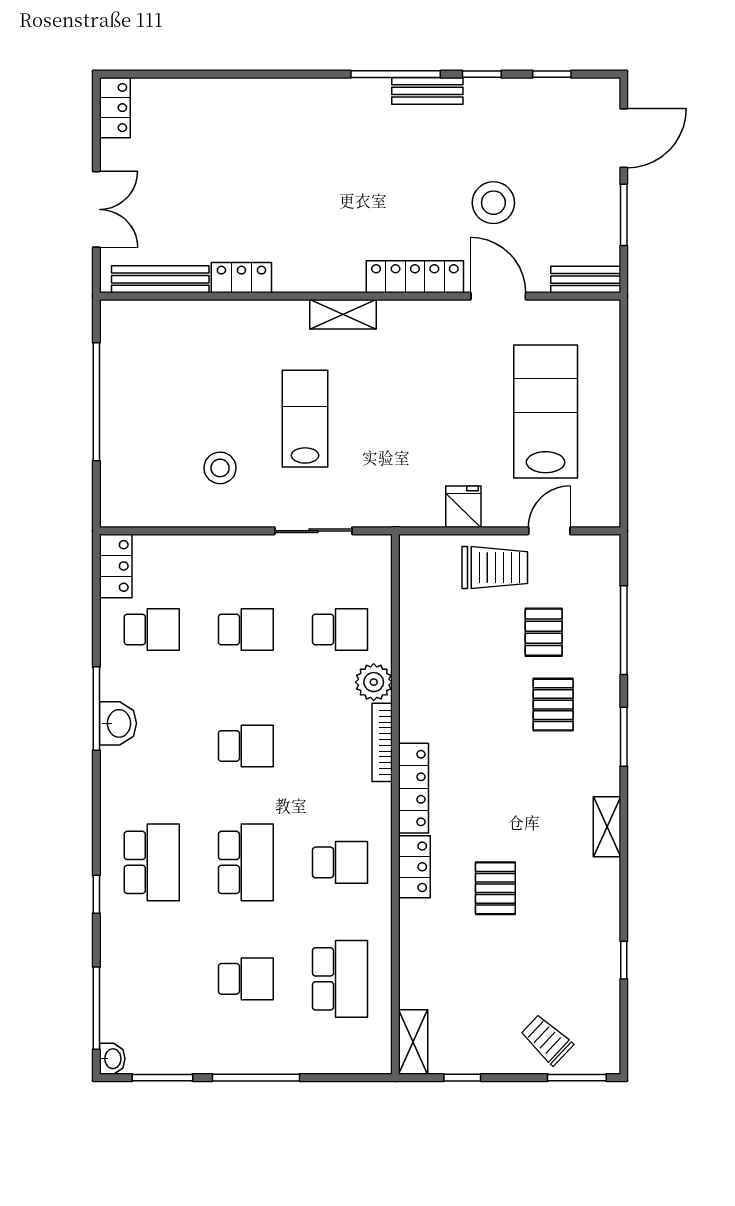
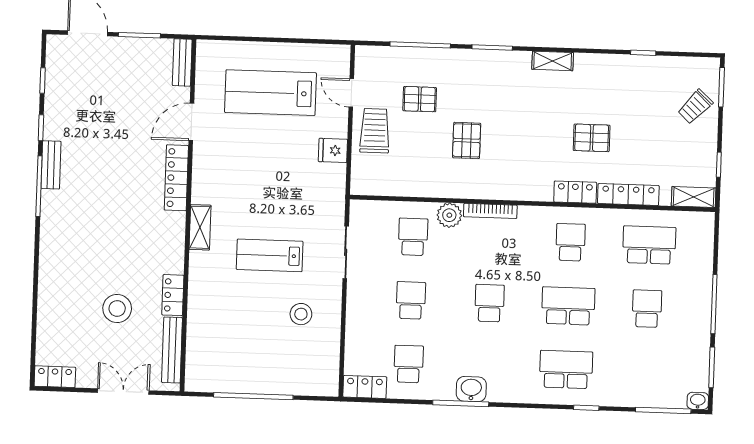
stool: (493, 203) -> (117, 308), moved
pallet: (553, 705) -> (467, 140), moved, turned 90
locker: (414, 788) -> (628, 195), moved

